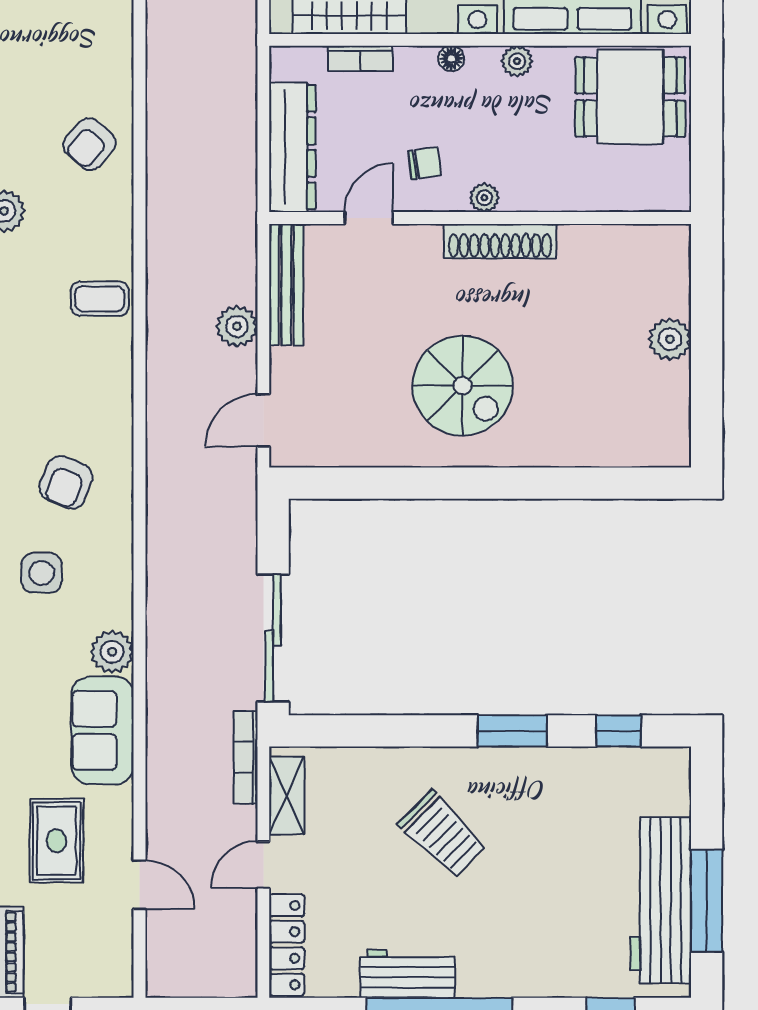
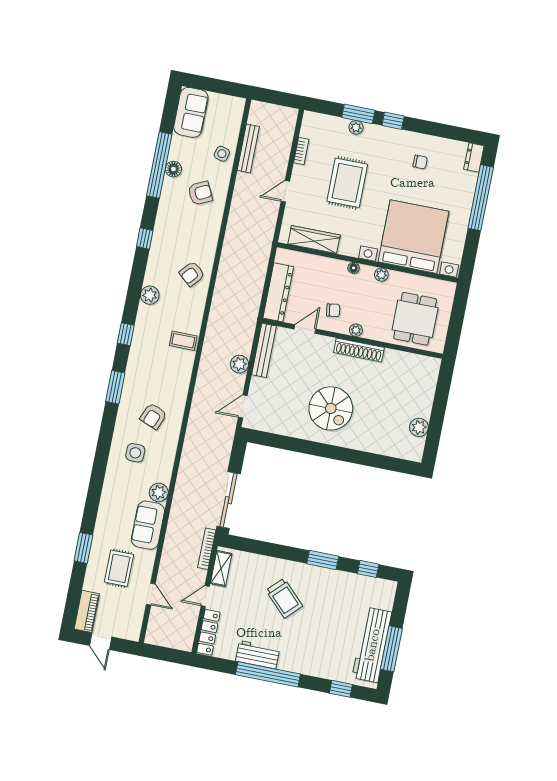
bookcase: (360, 59) -> (315, 260), removed
dining table: (630, 97) -> (415, 319), moved, turned 90
plant: (670, 339) -> (419, 427), moved

